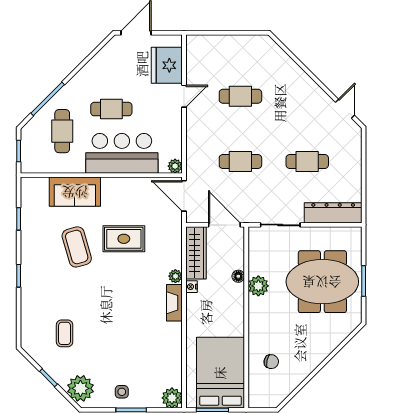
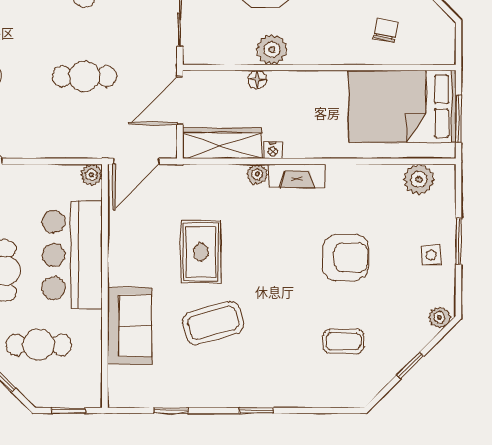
cafe table: (240, 161) -> (84, 76), turned 90
armchair: (120, 335) -> (346, 257), added
plant: (80, 388) -> (439, 317), width x0.53, depth x0.53
plant: (172, 398) -> (419, 179), moved

